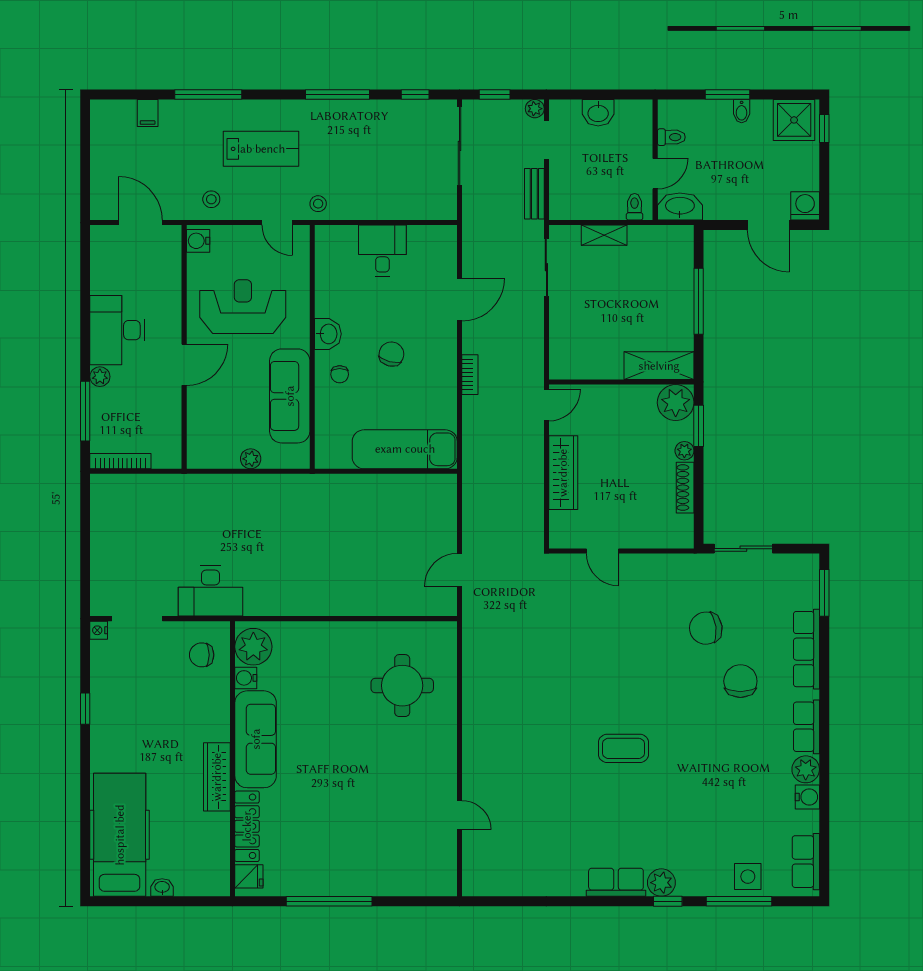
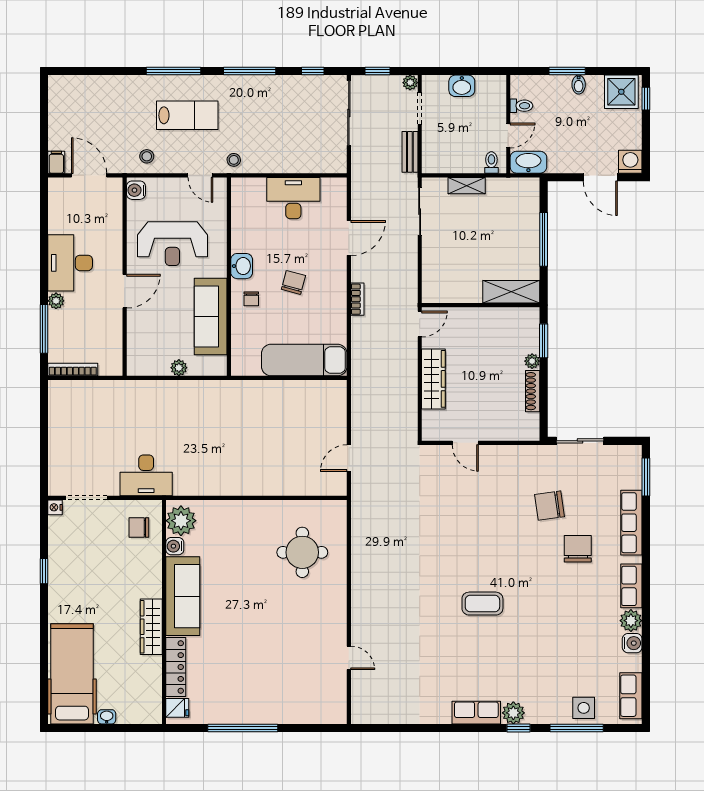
window: (208, 95) -> (173, 71), moved
filing cabinet: (148, 113) -> (56, 162), moved, turned 180
desk: (382, 251) -> (293, 198), width x1.37
reception desk: (243, 307) -> (172, 244), turned 180
plant: (676, 403) -> (525, 322), removed

